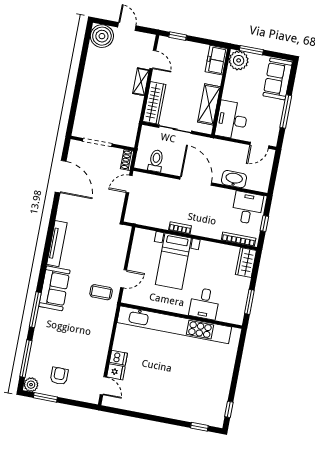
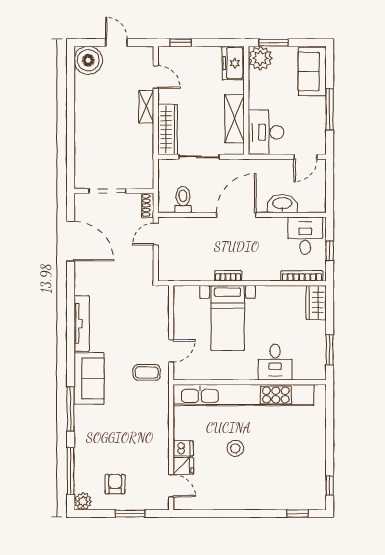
door: (196, 181) -> (236, 215), hinge flipped
stool: (160, 366) -> (235, 448), added
window: (45, 397) -> (130, 514), moved

